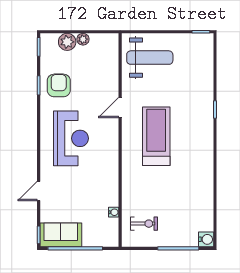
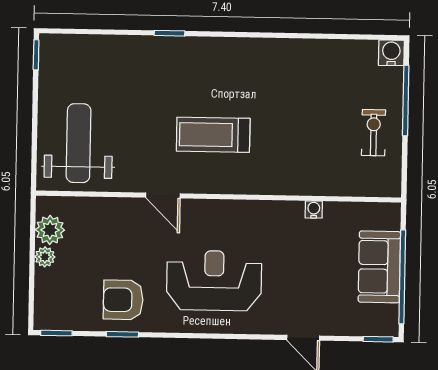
plant: (67, 42) -> (50, 230), moved
treadmill: (156, 136) -> (213, 135), width x0.73, depth x0.73
water cooler: (114, 212) -> (314, 210), moved
exercise bike: (144, 224) -> (374, 133), moved
sofa: (61, 235) -> (379, 267), moved

